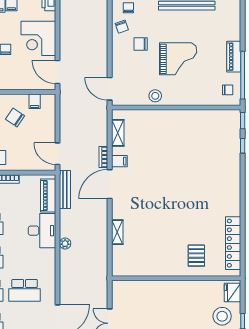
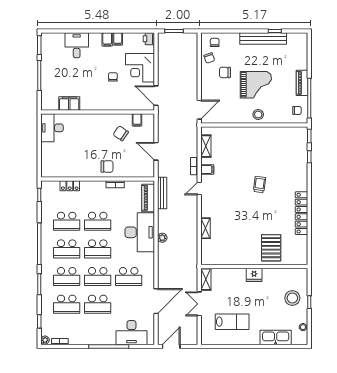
door: (110, 89) -> (199, 110), swing flipped
stool: (155, 96) -> (258, 115), moved
door: (58, 154) -> (156, 151), moved
trolley: (182, 179) -> (260, 184), added
door: (110, 184) -> (199, 189), width x0.53
desk: (42, 231) -> (140, 232), width x1.36, depth x1.30
locker: (233, 243) -> (301, 213), moved
pallet: (196, 256) -> (271, 248), width x1.50, depth x1.42
fridge: (233, 292) -> (254, 275), moved, turned -90
shelving: (118, 294) -> (206, 279), added

